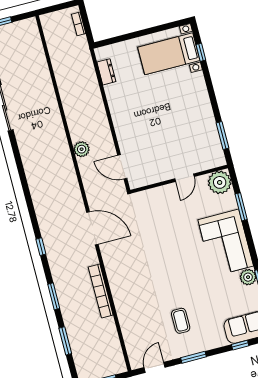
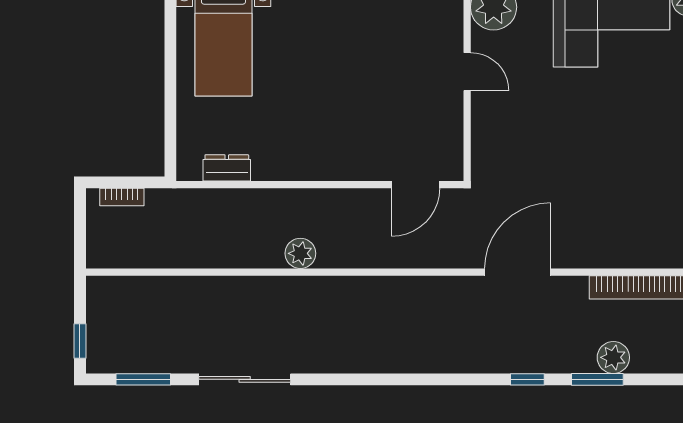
plant: (82, 149) -> (300, 253), moved
plant: (63, 286) -> (613, 357), added
window: (54, 296) -> (597, 379), moved

